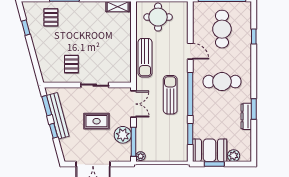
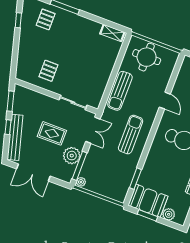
sliding door: (95, 85) -> (73, 103), moved
window: (190, 94) -> (150, 141), removed
bench: (58, 116) -> (15, 137), moved

